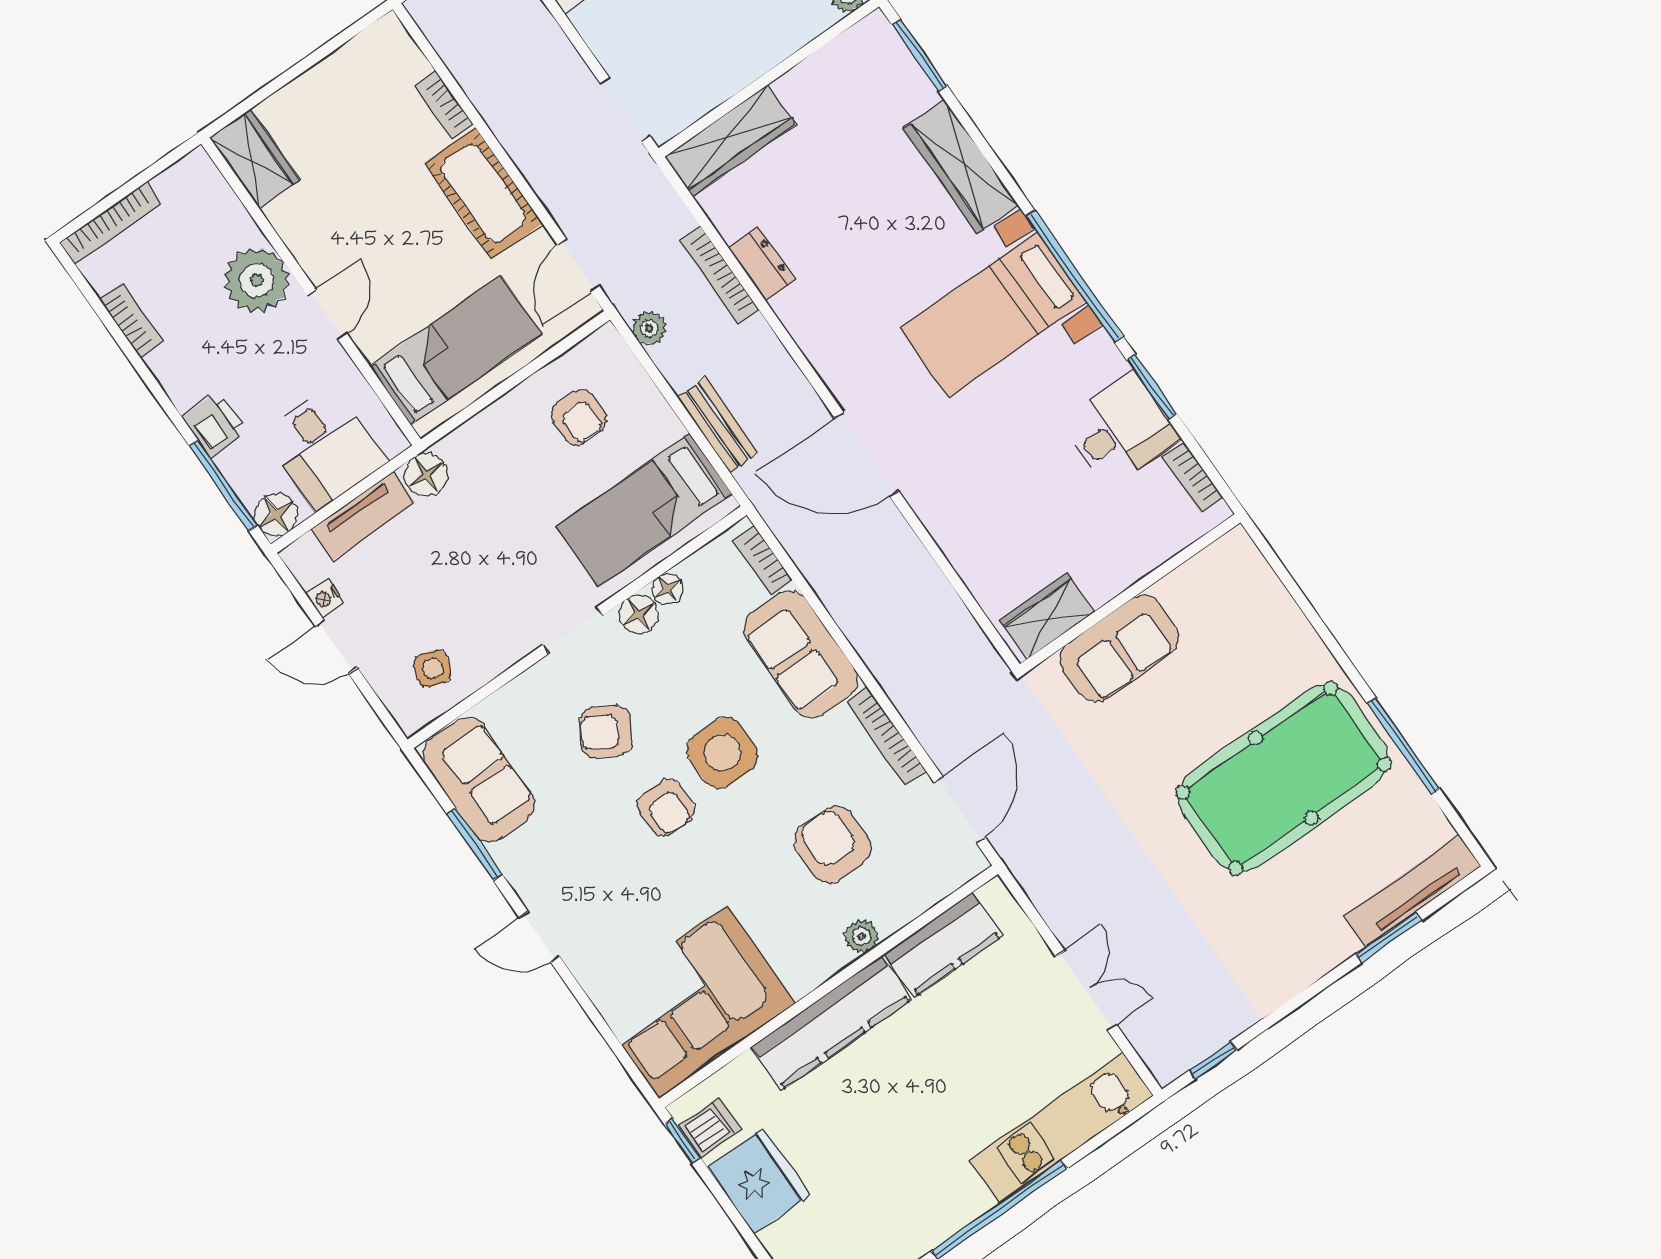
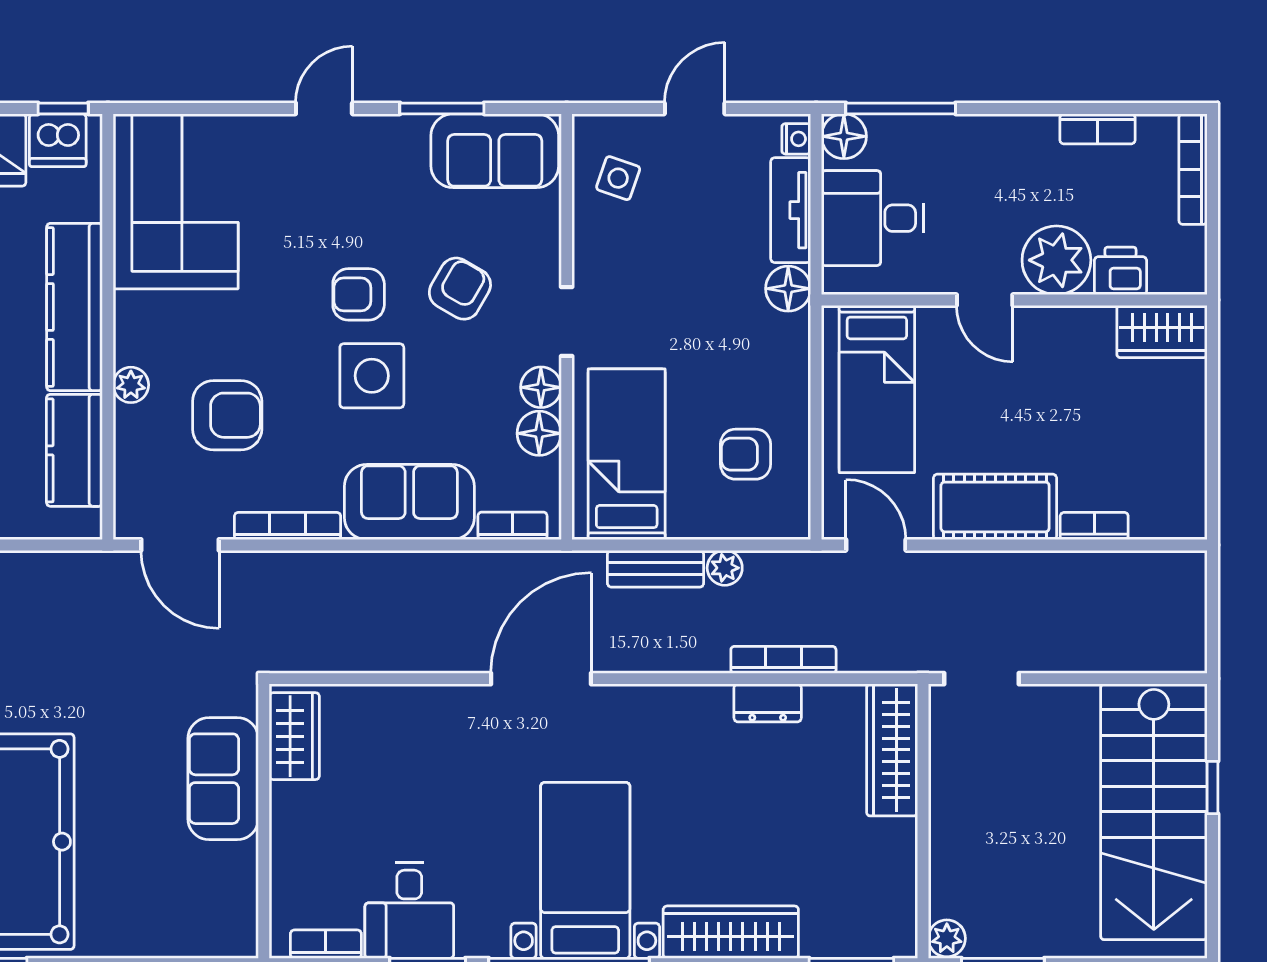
plant: (649, 328) -> (725, 568), moved
printer: (214, 424) -> (1120, 271), moved, turned 180
floor lamp: (668, 589) -> (539, 433), width x1.37, depth x1.37
nightstand: (325, 598) -> (796, 139), moved, turned 90
dishwasher: (710, 1128) -> (58, 140), width x1.38

